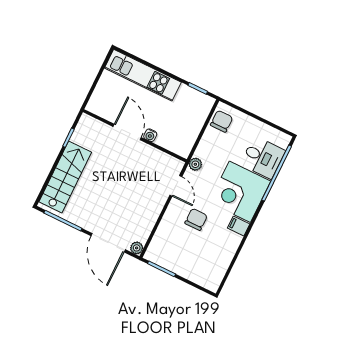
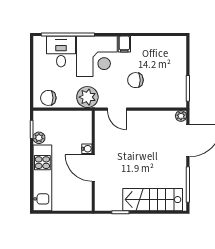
plant: (185, 92) -> (39, 138), added
door: (127, 132) -> (93, 168), hinge flipped
plant: (195, 164) -> (87, 97), width x1.88, depth x1.88
door: (176, 186) -> (117, 109), swing flipped

